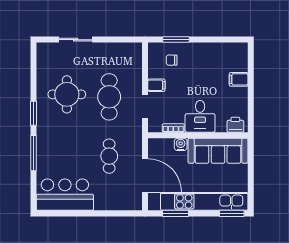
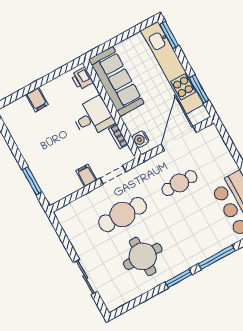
chair: (172, 60) -> (54, 174), removed
water cooler: (181, 144) -> (140, 139), moved

